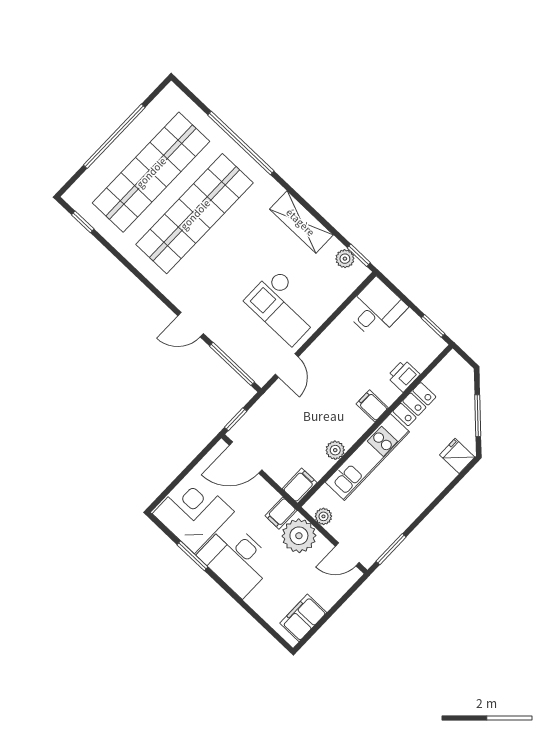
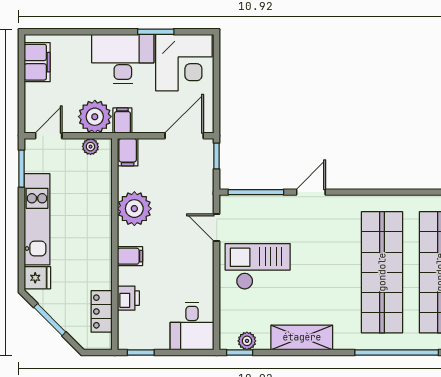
locker: (414, 404) -> (102, 311), moved
plant: (335, 450) -> (134, 209), width x1.87, depth x1.87
kitchen unit: (367, 457) -> (37, 219), moved, turned 180

